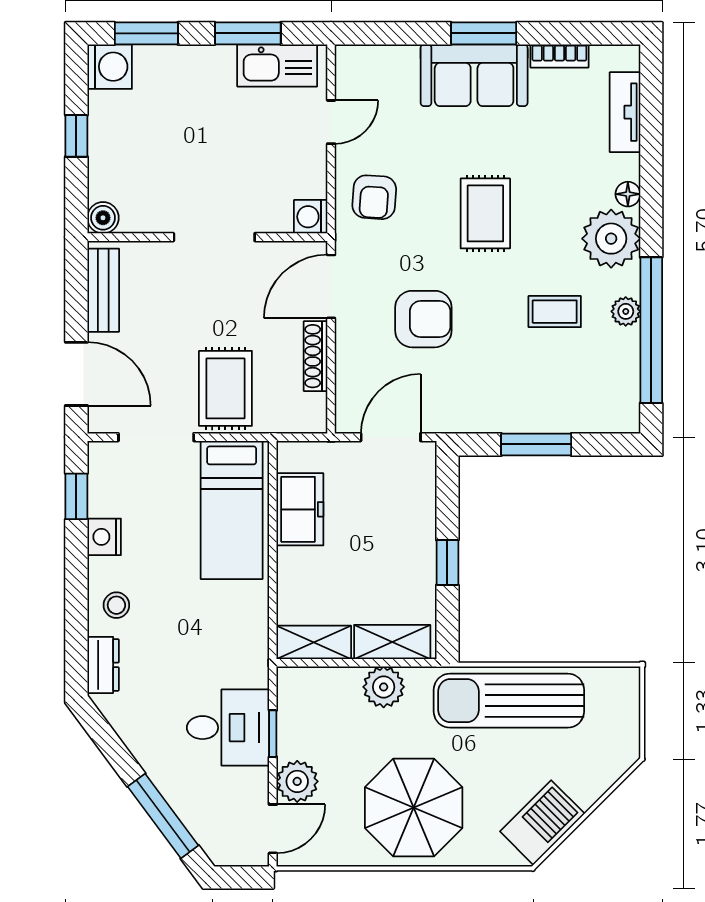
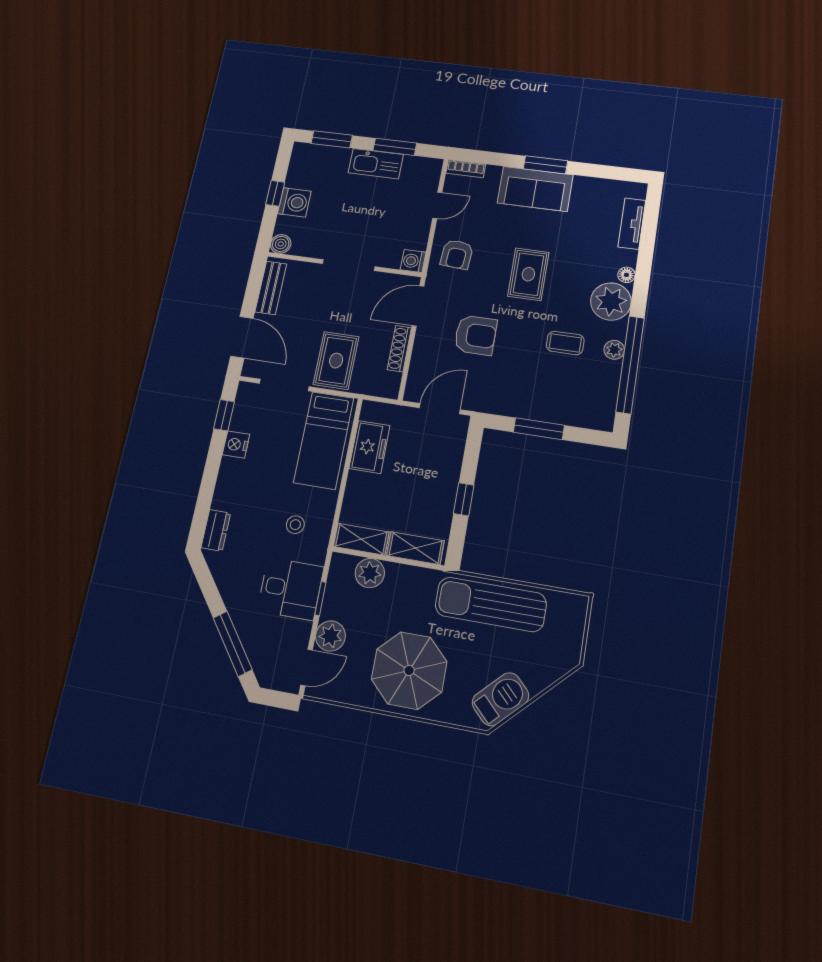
bookcase: (559, 56) -> (466, 169), moved
kitchen sink: (277, 65) -> (376, 164), moved
washing machine: (110, 67) -> (294, 202), moved
stool: (116, 605) -> (295, 525), moved
plant: (384, 687) -> (370, 573), moved

